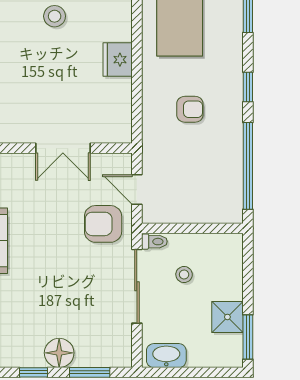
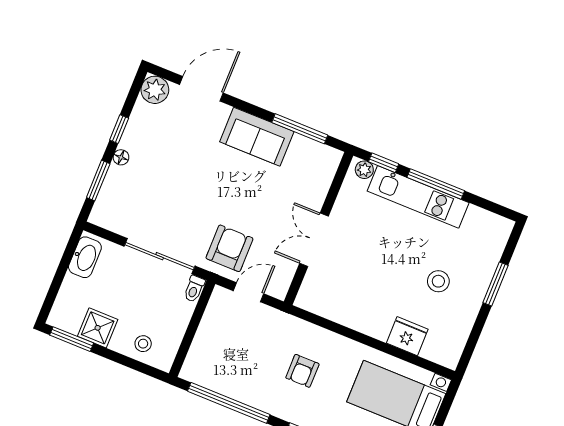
fridge: (118, 60) -> (407, 336), moved
stool: (184, 275) -> (143, 344), moved
floor lamp: (59, 353) -> (121, 157), width x0.53, depth x0.53

